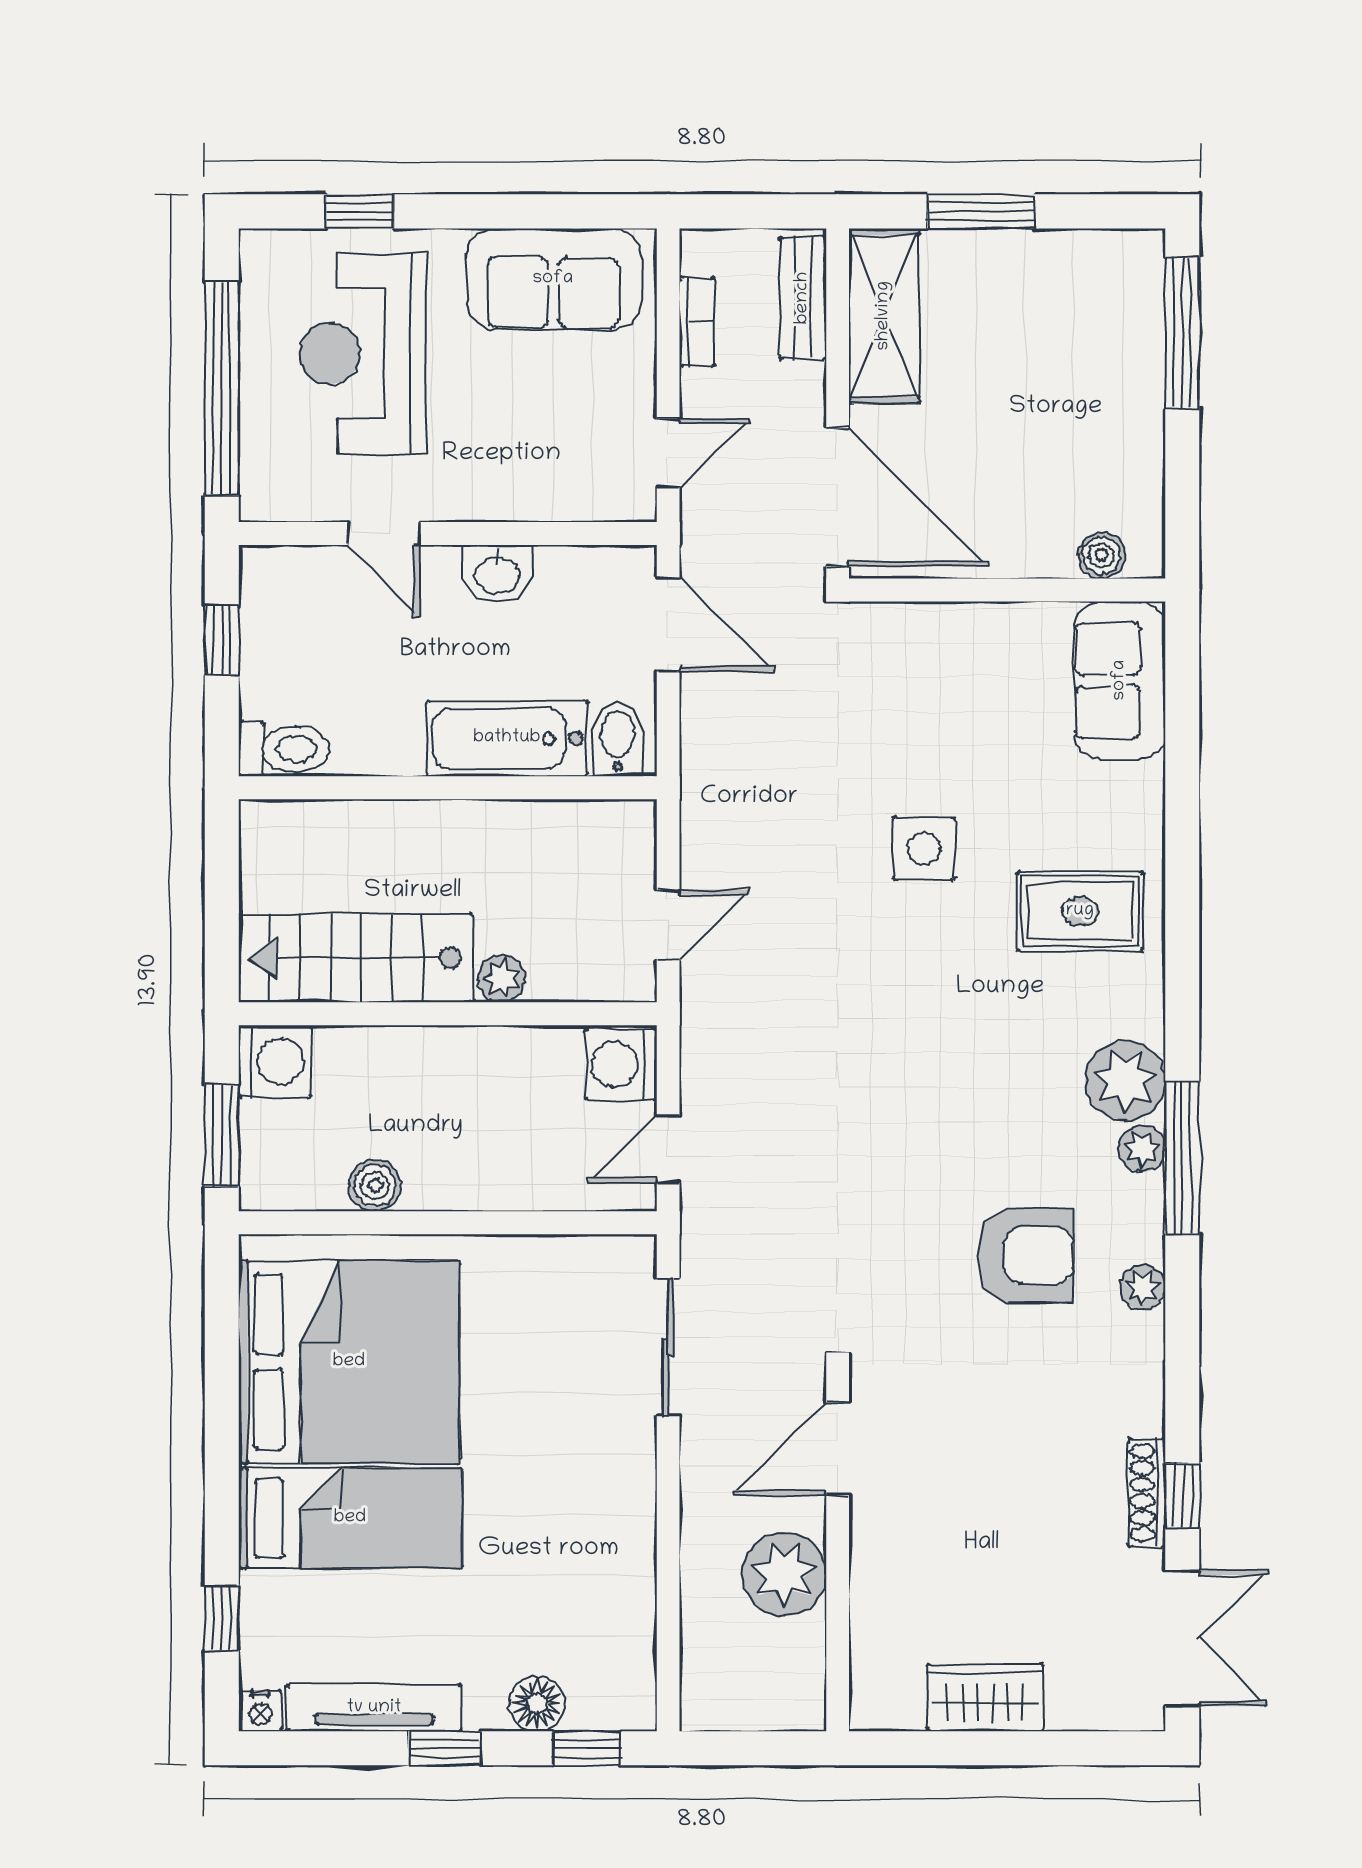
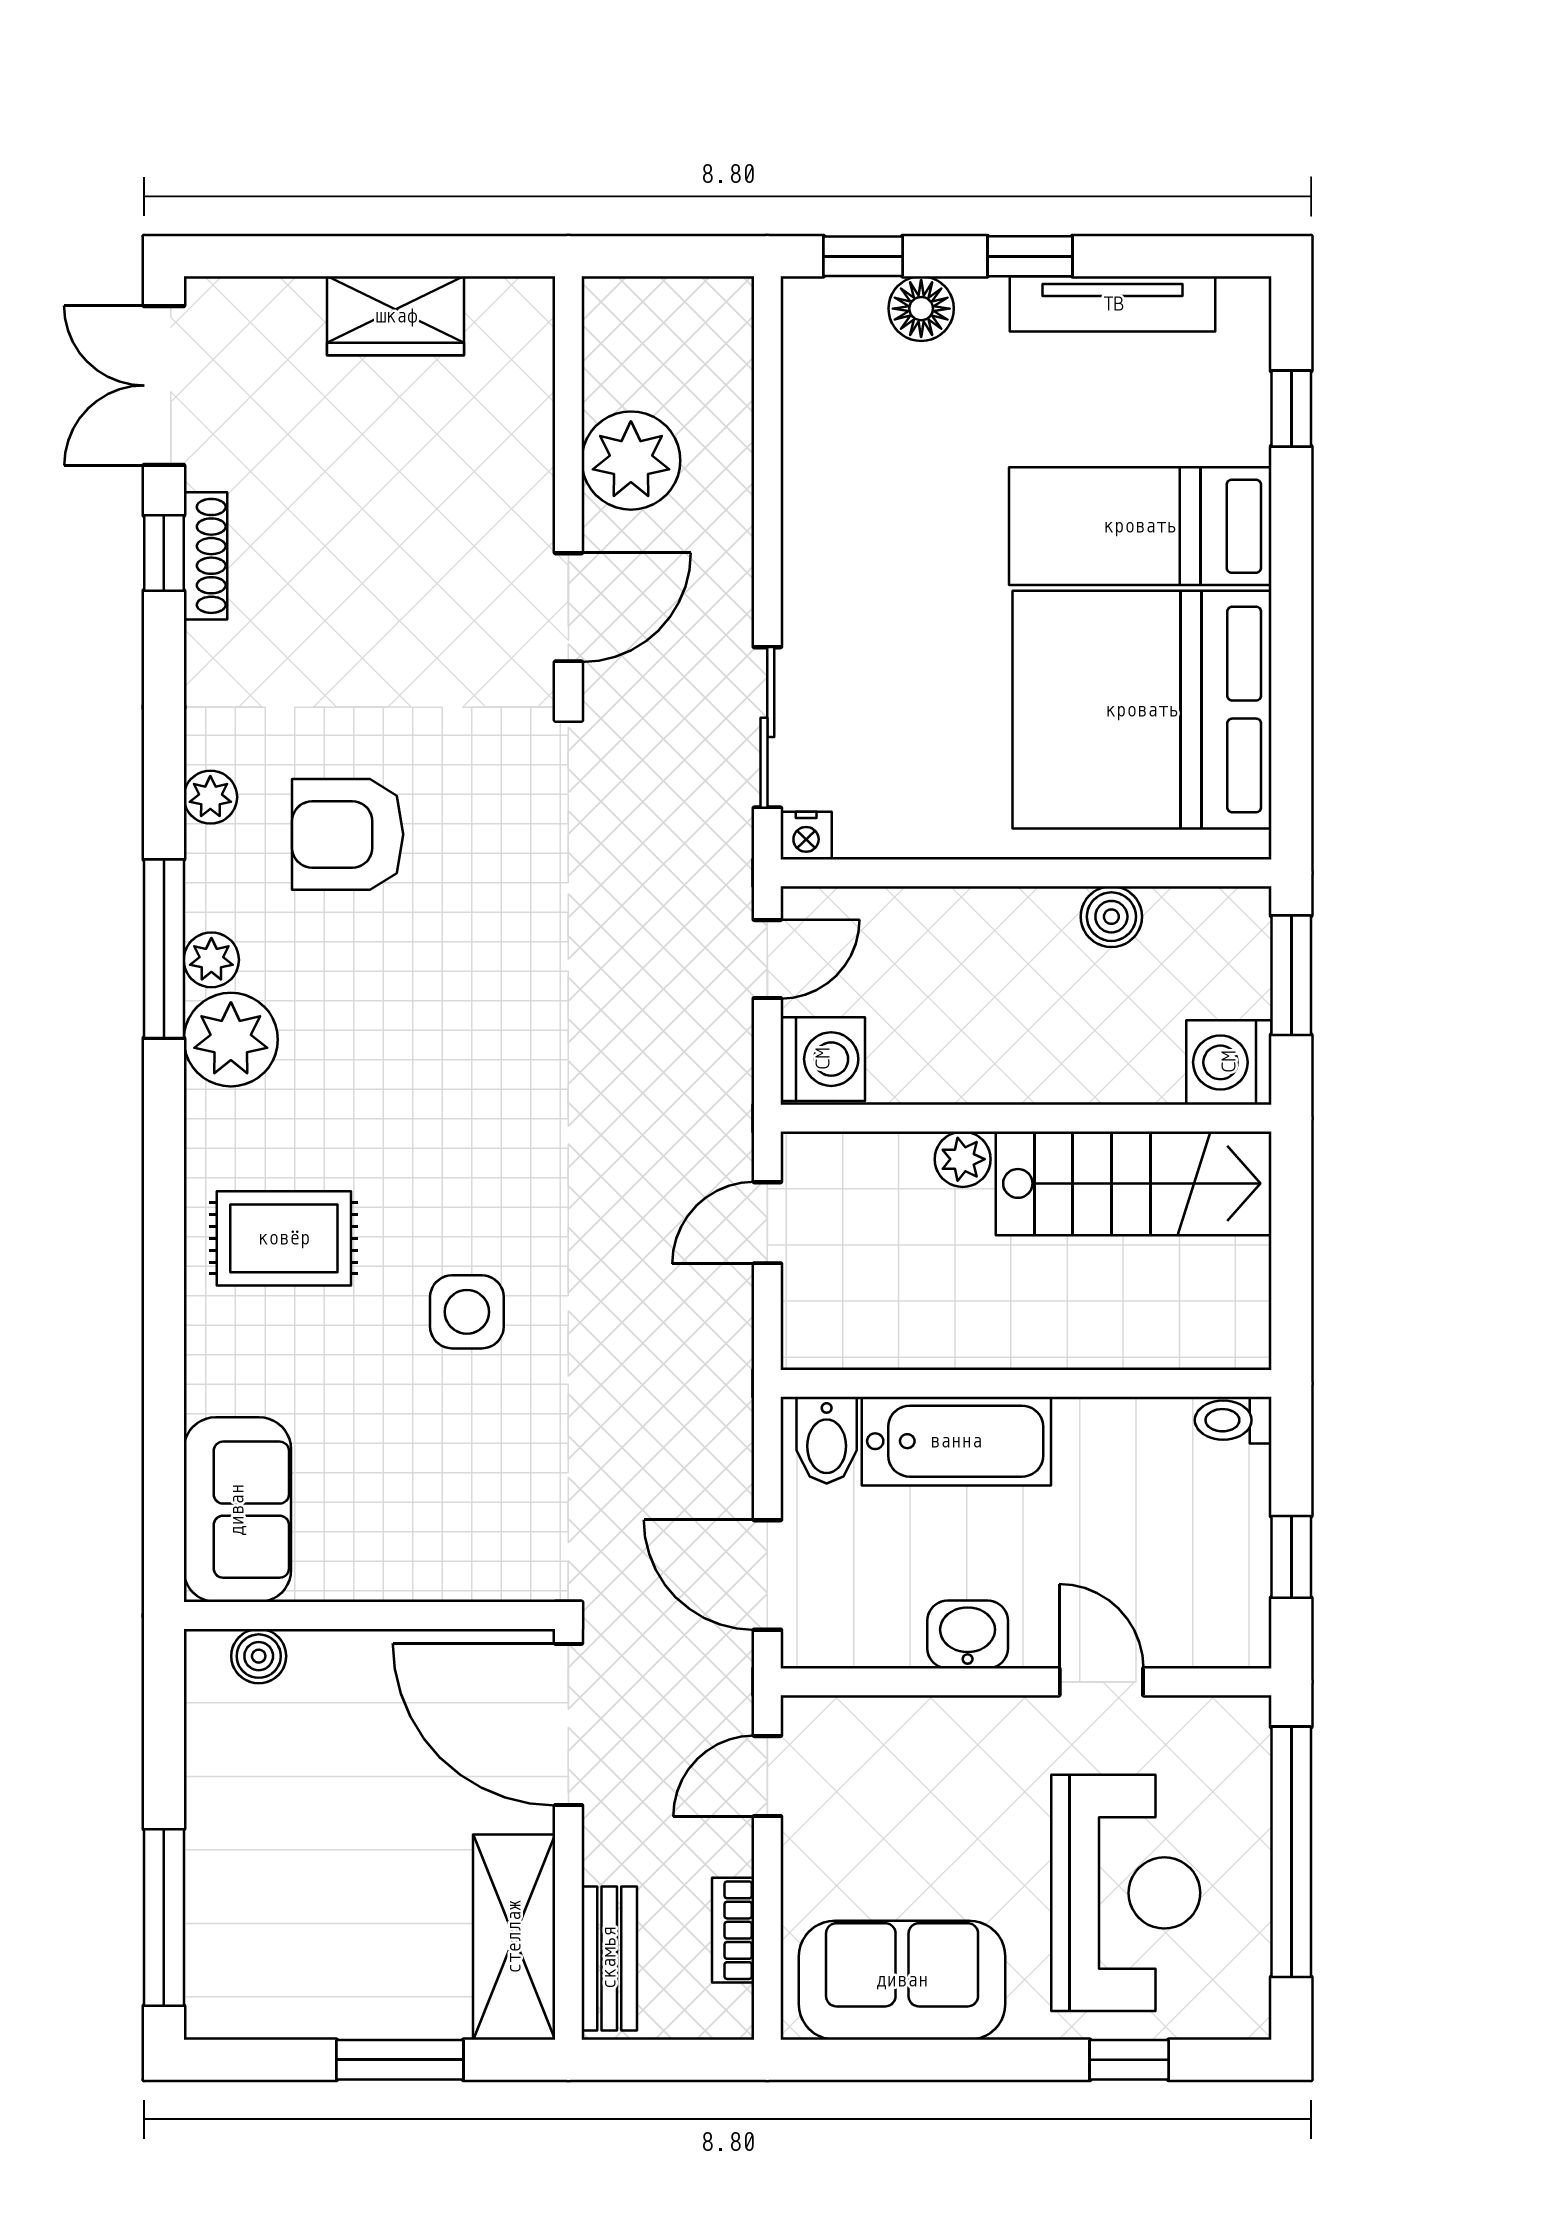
toilet: (284, 749) -> (1233, 1420), width x0.73, depth x0.72
nightstand: (260, 1711) -> (806, 836), moved, turned 180

